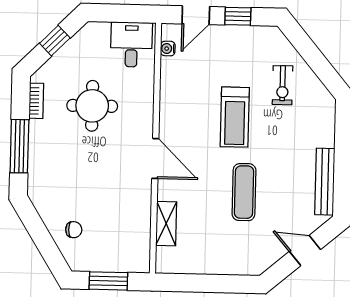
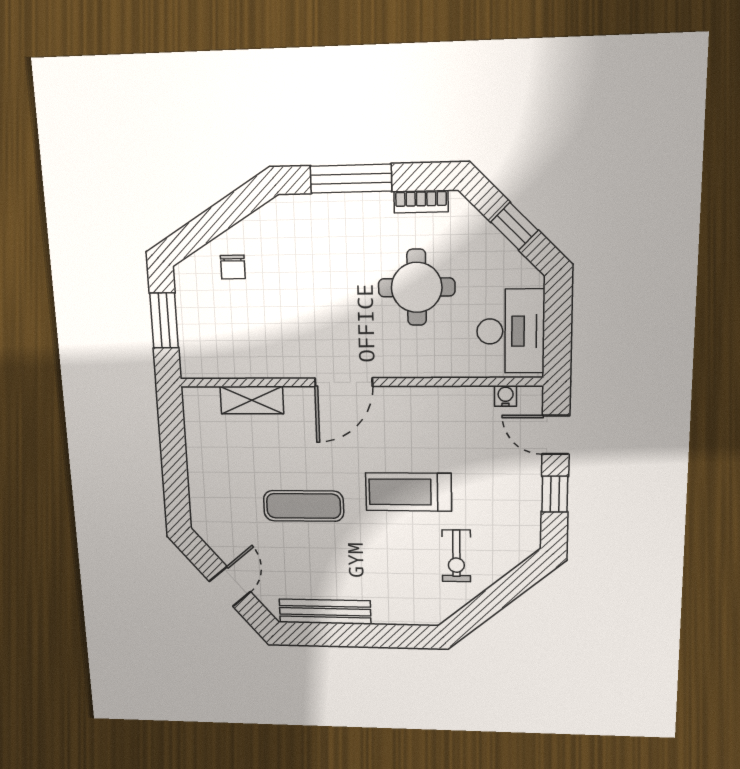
desk: (131, 45) -> (511, 331), width x1.37
exercise bike: (283, 85) -> (456, 556), turned -90

